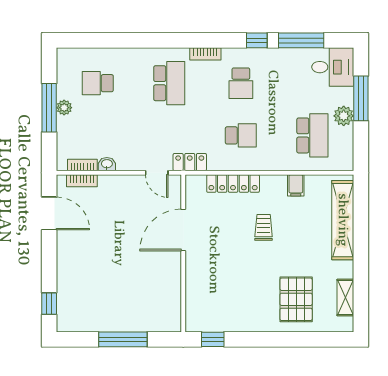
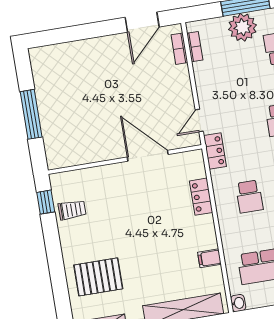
plant: (64, 108) -> (242, 27), width x1.88, depth x1.88
washbasin: (107, 164) -> (238, 303), moved
locker: (233, 184) -> (201, 197), width x0.66
trolley: (264, 227) -> (72, 210), moved
window: (49, 304) -> (54, 37), removed

